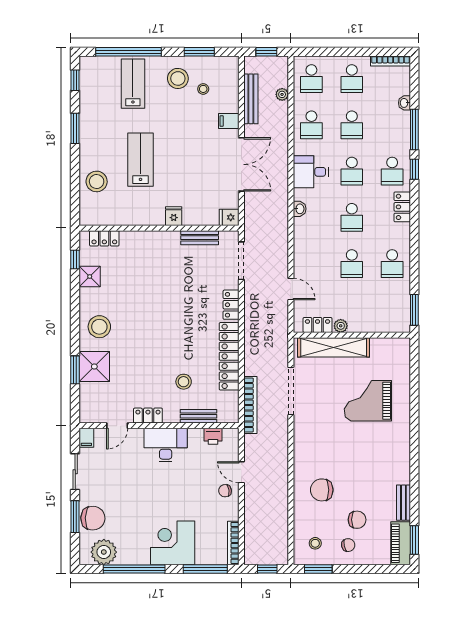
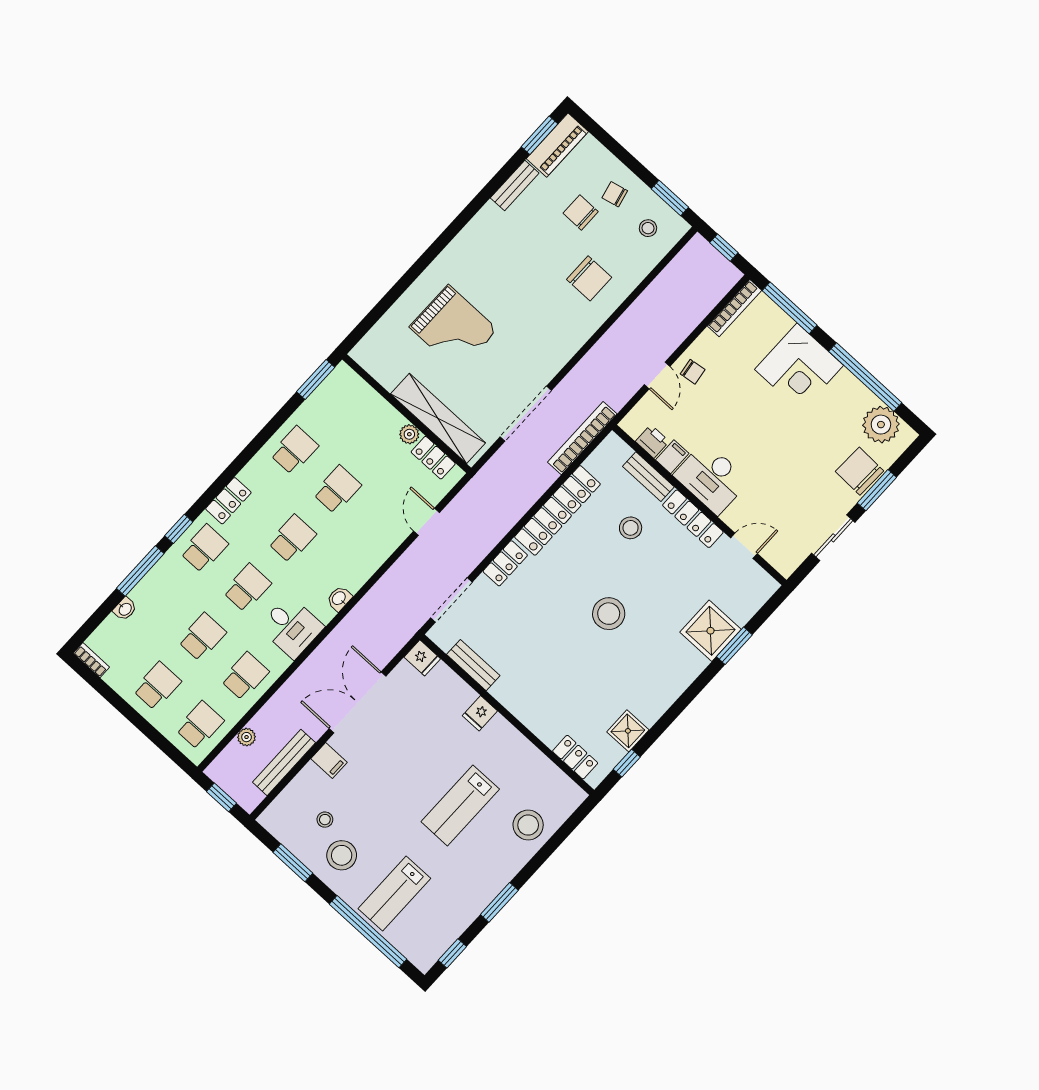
bookcase: (390, 61) -> (91, 660), width x0.64
stool: (99, 327) -> (609, 614), moved
locker: (148, 416) -> (693, 519), width x1.53
filing cabinet: (86, 438) -> (672, 457), moved

